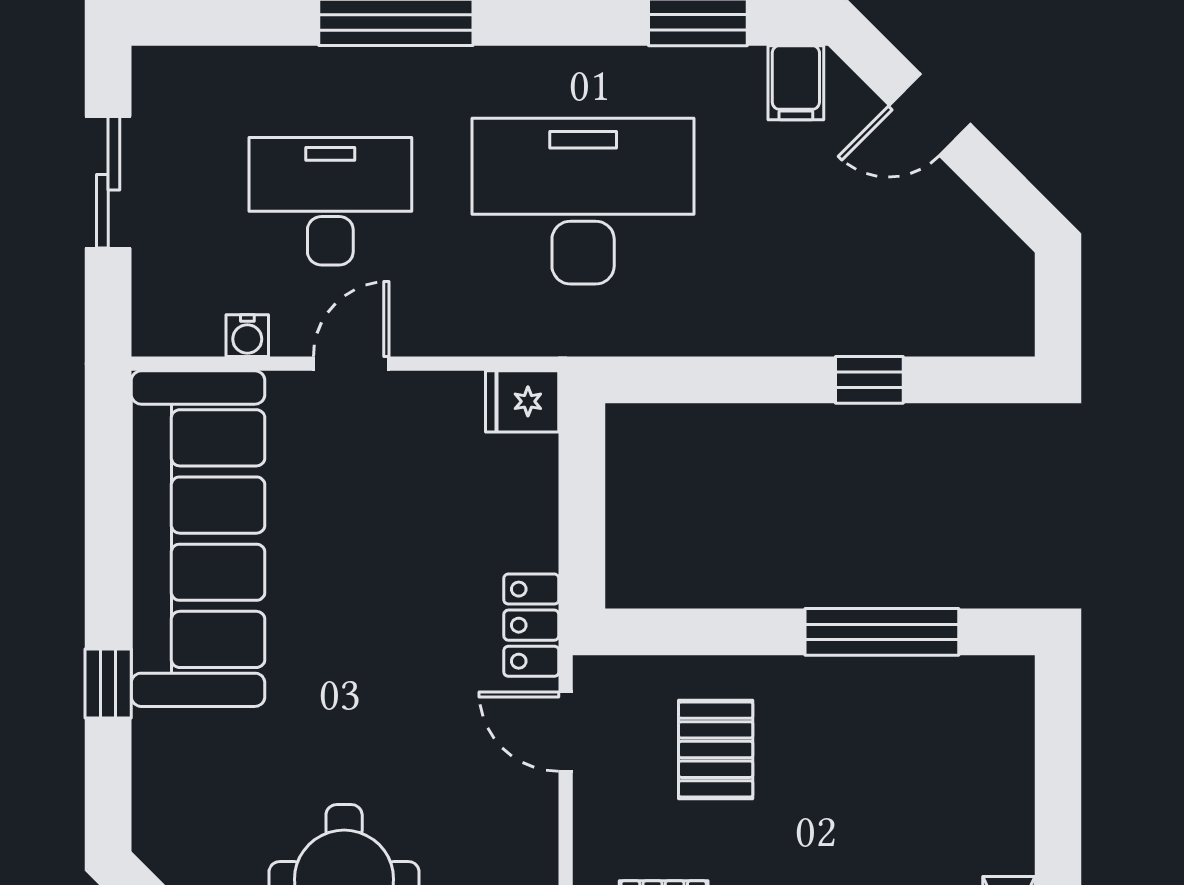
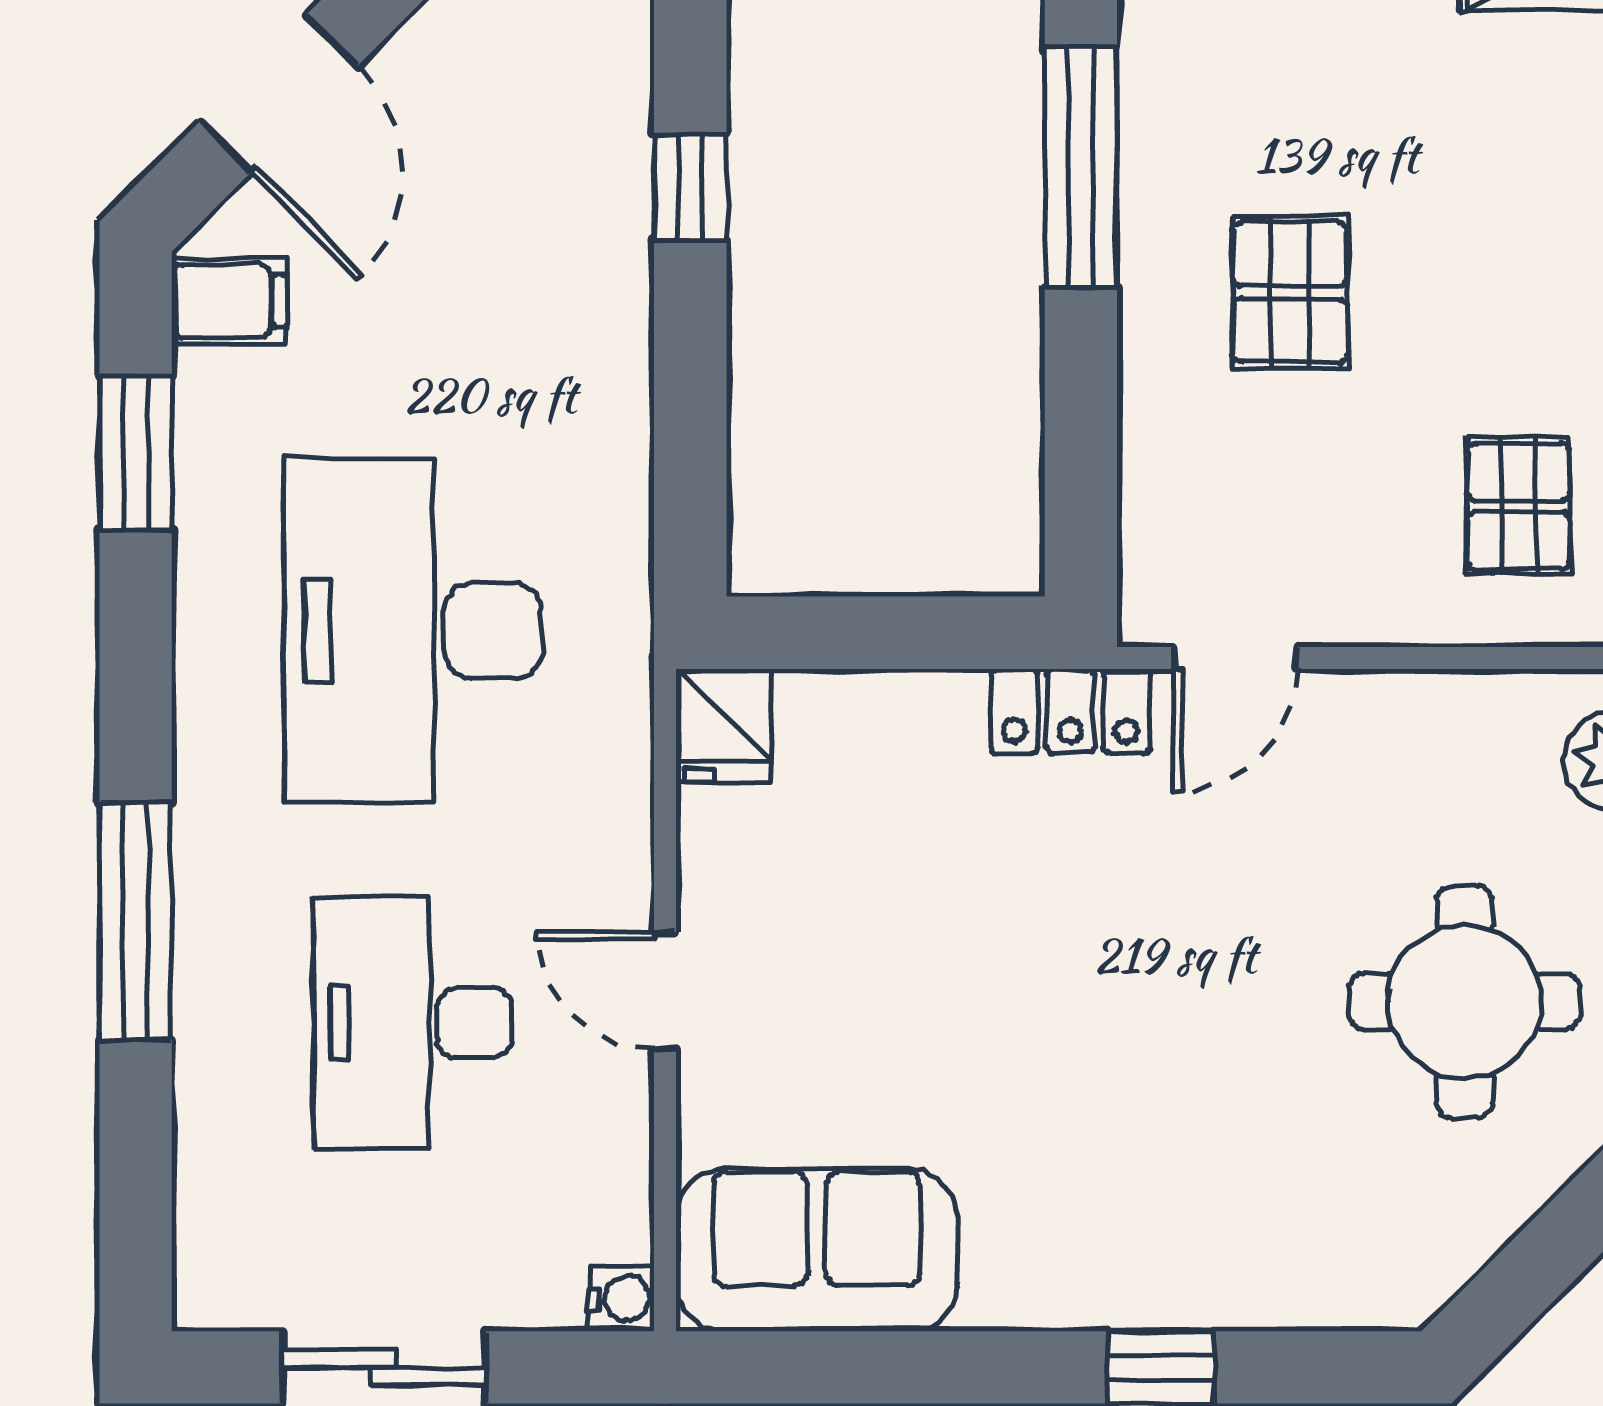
door: (930, 115) -> (279, 93), width x1.38
water cooler: (247, 336) -> (622, 1299), moved
sofa: (198, 539) -> (817, 1250), width x0.54, depth x0.79
pallet: (716, 750) -> (1290, 292), moved, turned 90

